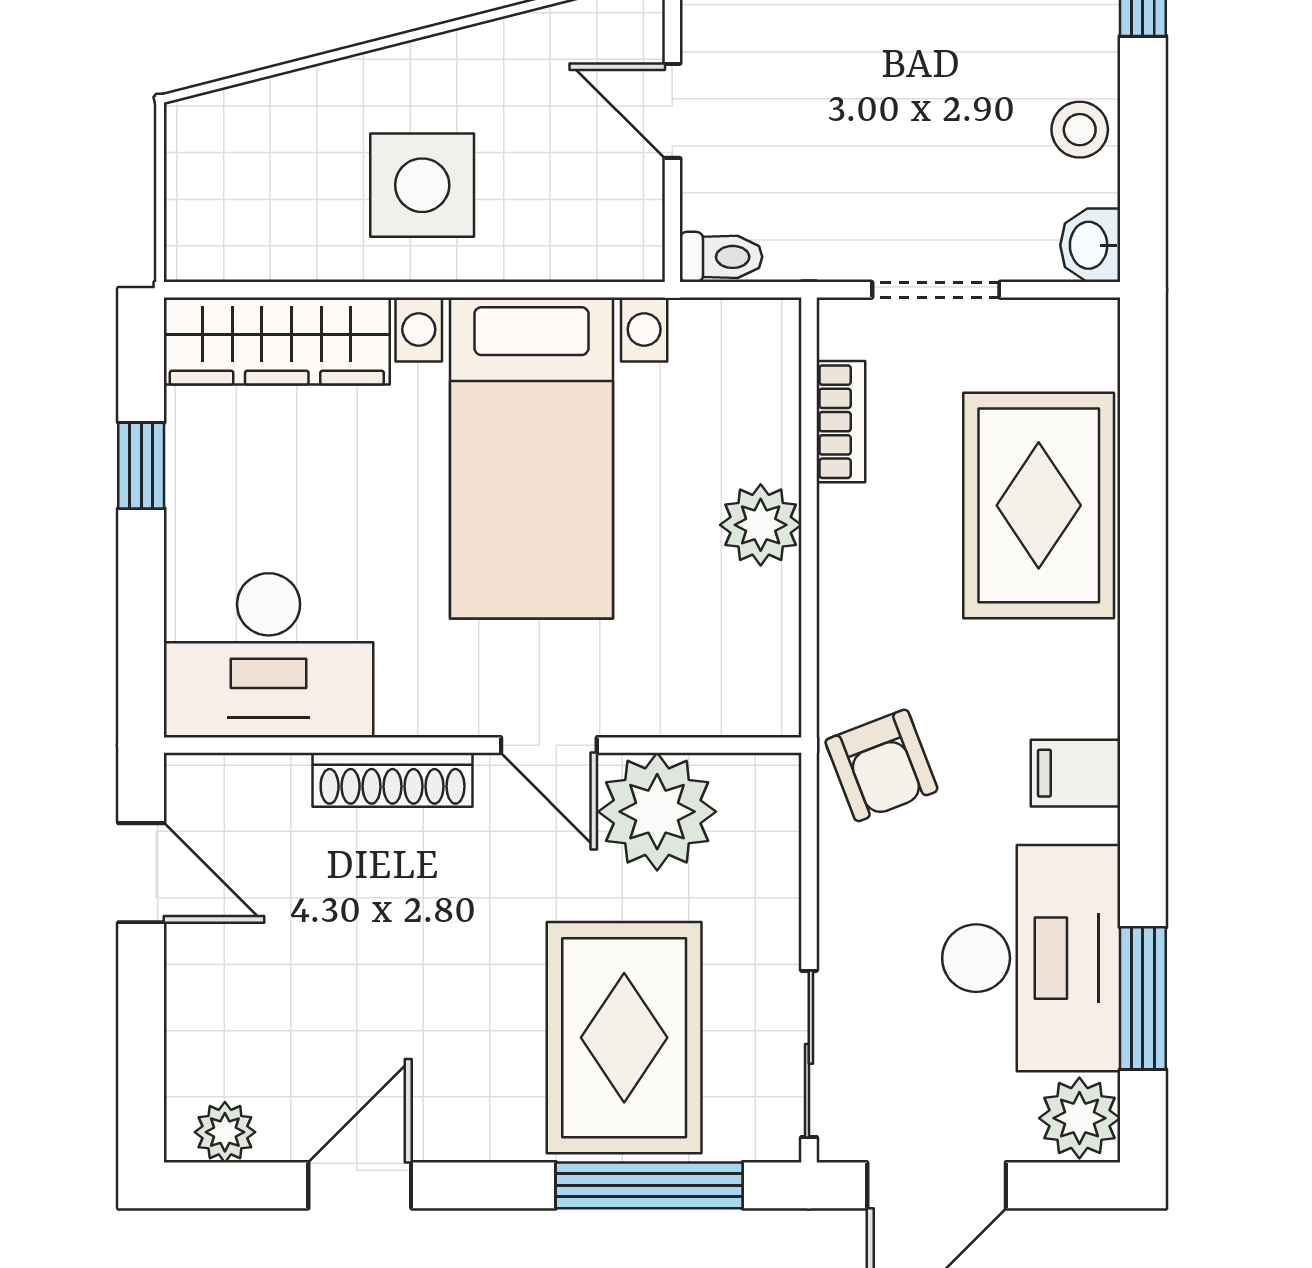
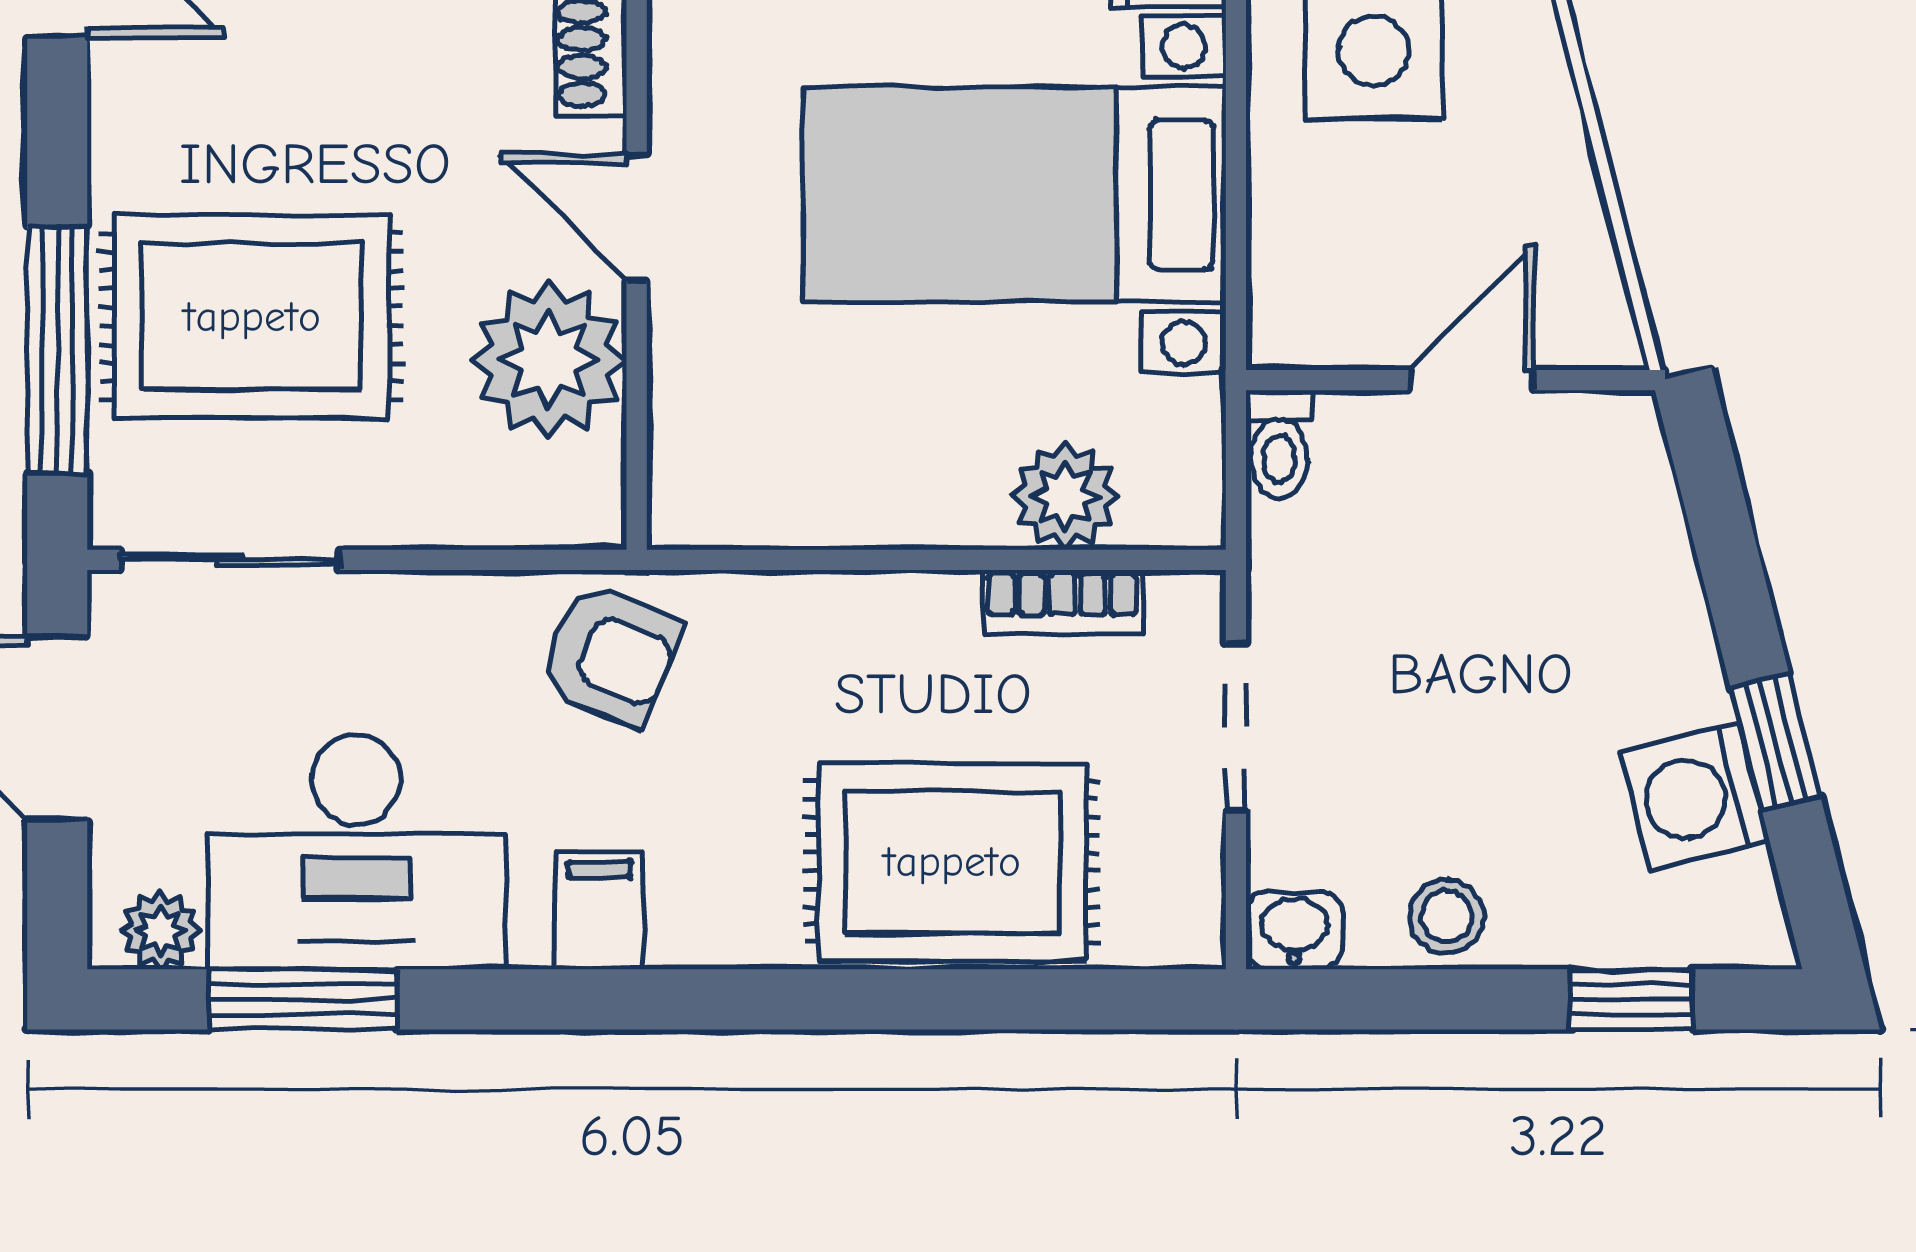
plant: (761, 525) -> (1065, 496), moved
door: (549, 745) -> (637, 217), hinge flipped
armchair: (881, 765) -> (610, 655), turned -137
plant: (1079, 1118) -> (160, 930), width x0.73, depth x0.73

